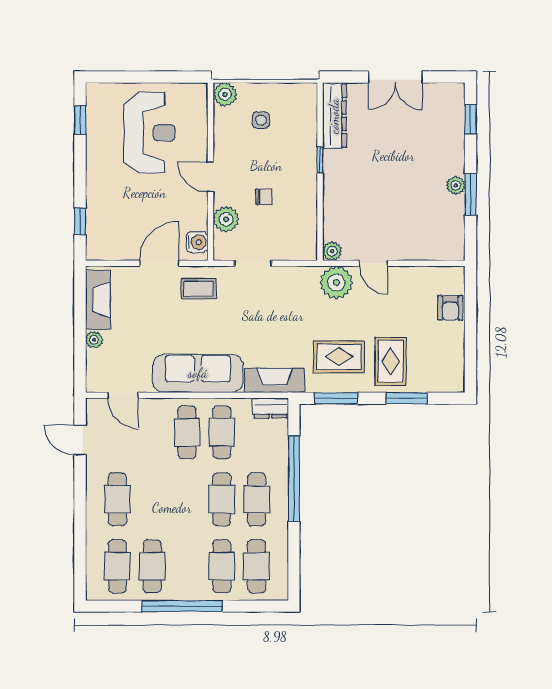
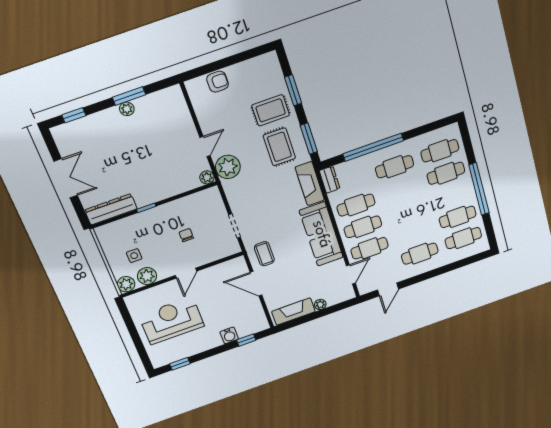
plant: (226, 219) -> (147, 276), moved
water cooler: (197, 242) -> (229, 335), moved, turned 180
cafe table: (222, 499) -> (370, 248), moved

